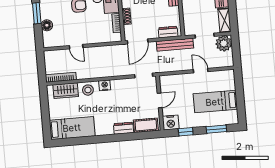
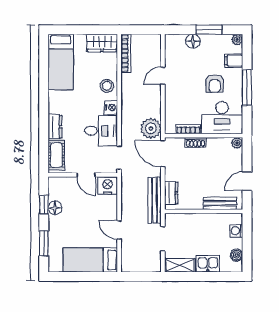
plant: (224, 43) -> (151, 128), moved
door: (201, 71) -> (119, 230), swing flipped
wardrobe: (66, 91) -> (102, 43), moved, turned -90
desk: (124, 92) -> (101, 131), added
bed: (215, 102) -> (90, 260), moved, turned -90
nightstand: (171, 123) -> (107, 186), moved, turned 90
floor lamp: (188, 123) -> (55, 208), added

